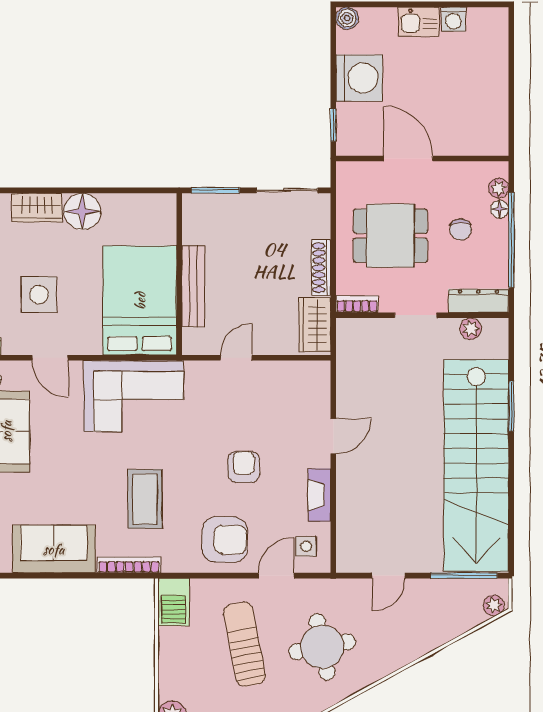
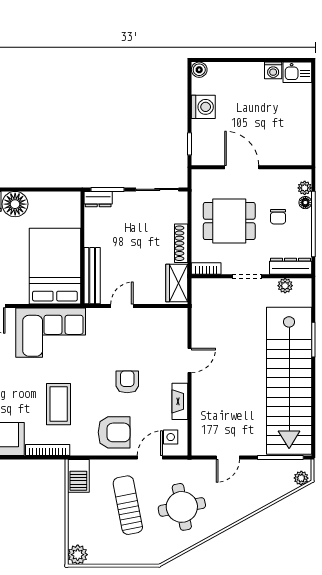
kitchen sink: (419, 22) -> (297, 72), moved
washing machine: (359, 78) -> (203, 107), width x0.73, depth x0.73
dresser: (202, 204) -> (98, 199), added
bench: (193, 286) -> (92, 276), moved

